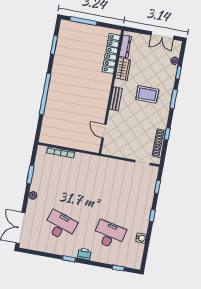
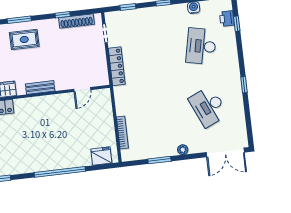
rug: (147, 94) -> (24, 40), moved, turned 90
fridge: (47, 130) -> (101, 156), added
locker: (114, 164) -> (117, 66), added
desk: (60, 226) -> (208, 107), turned -42
printer: (84, 254) -> (227, 19), moved

